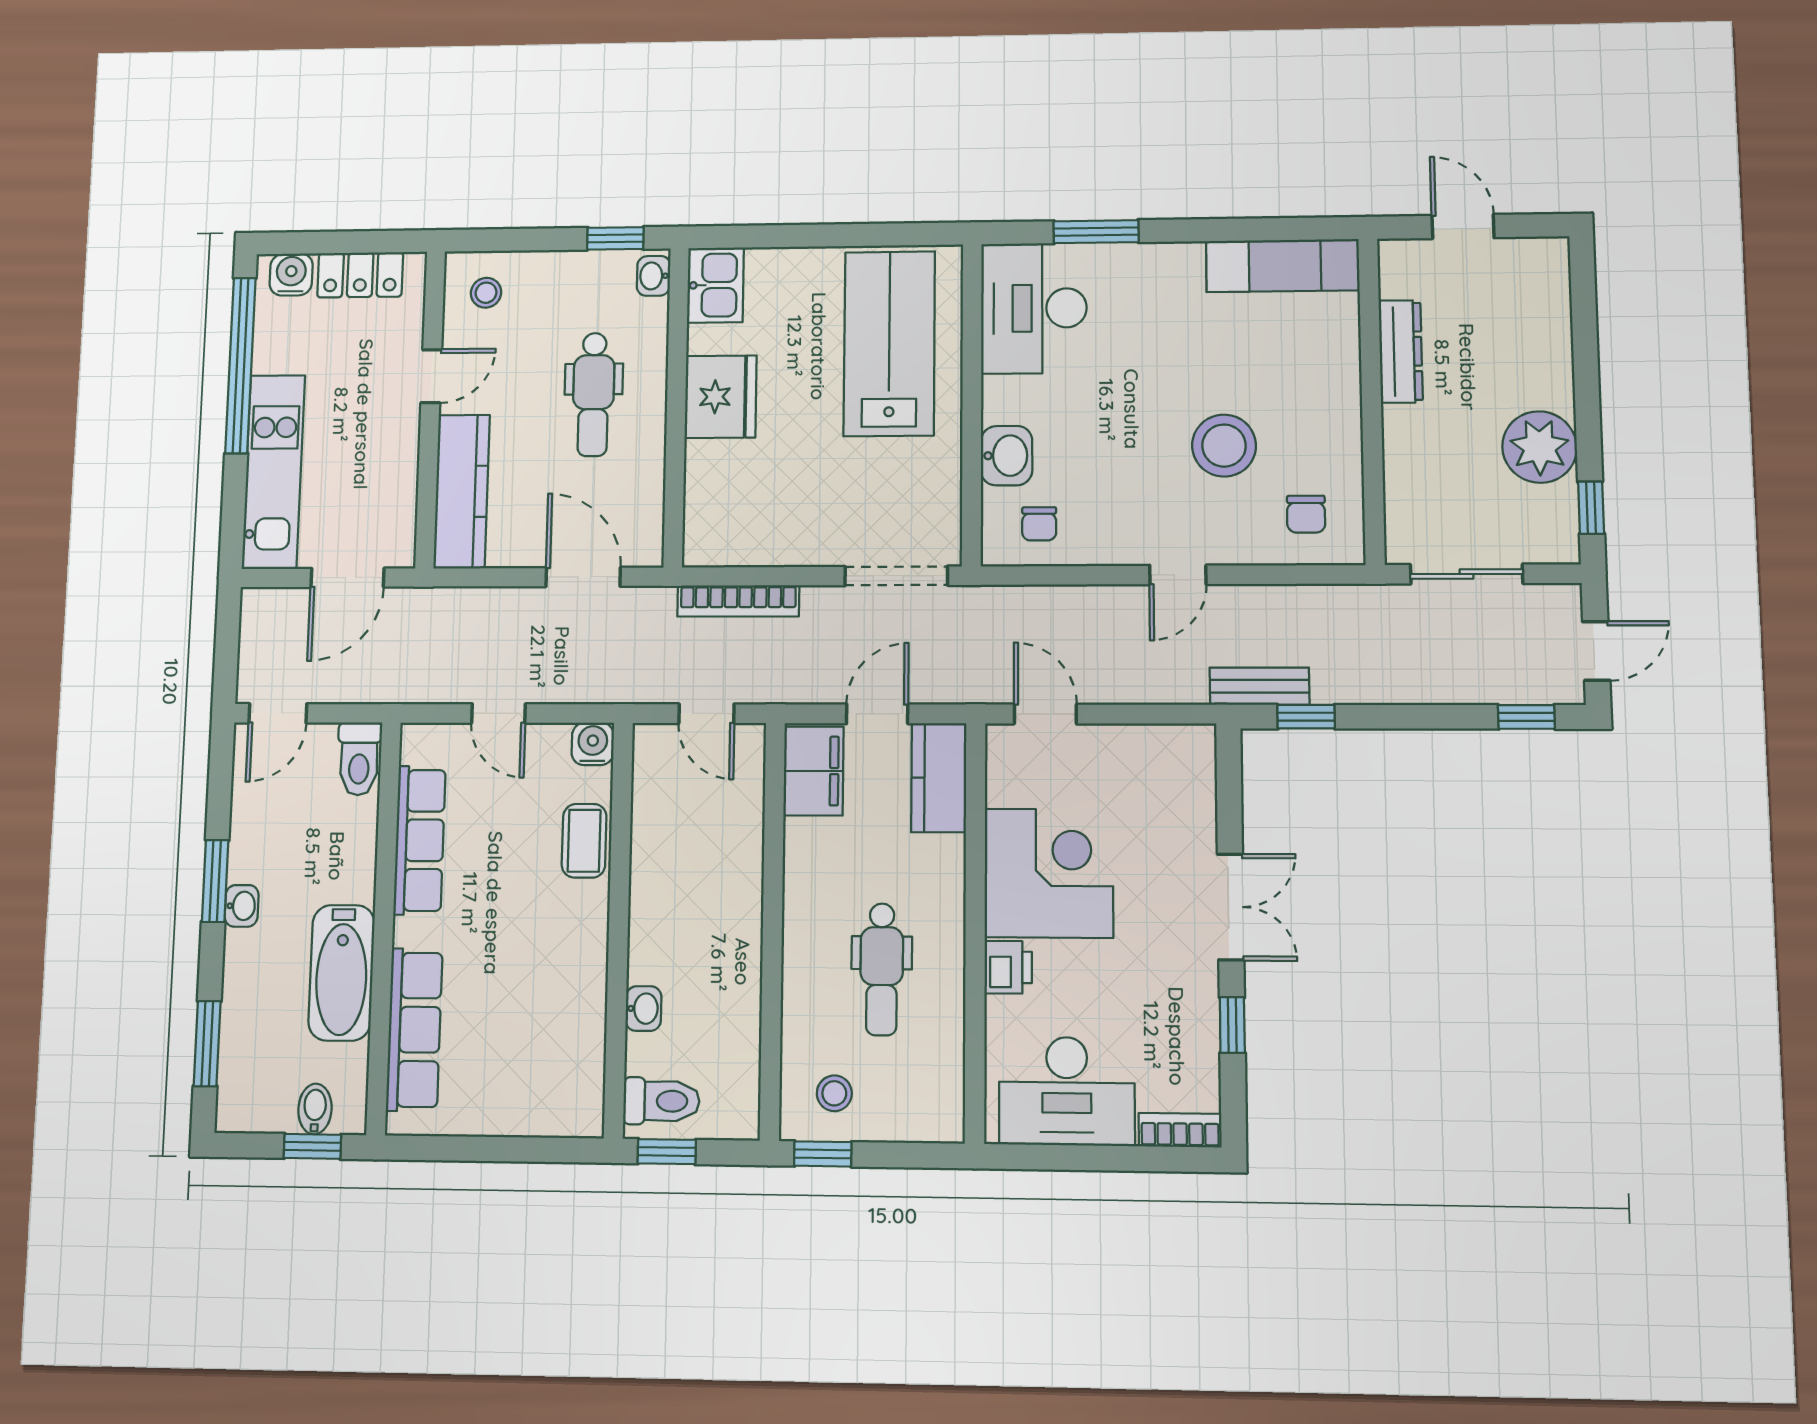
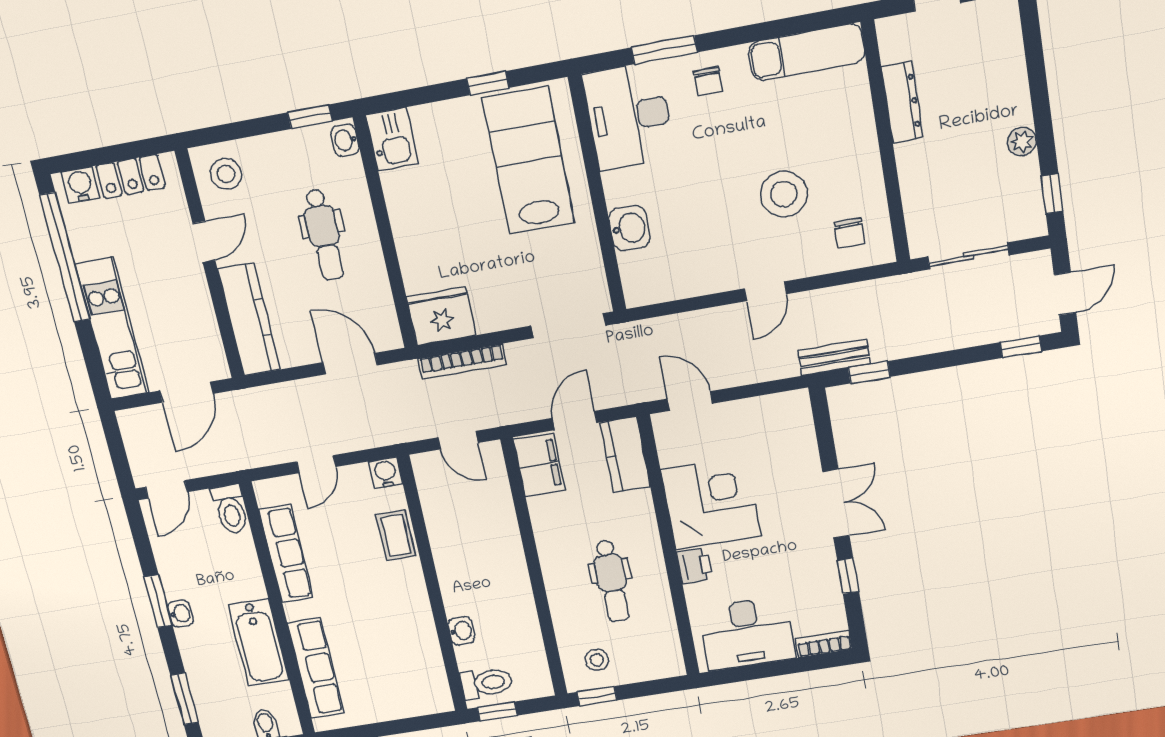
window: (857, 235) -> (488, 83), added
stool: (486, 293) -> (226, 174), width x1.37, depth x1.37
fridge: (721, 397) -> (441, 316), moved, turned -90
plant: (1540, 447) -> (1022, 142), width x0.53, depth x0.53
chair: (1039, 524) -> (708, 81), moved
door: (498, 714) -> (316, 464), hinge flipped

